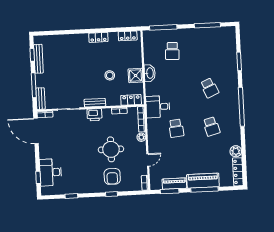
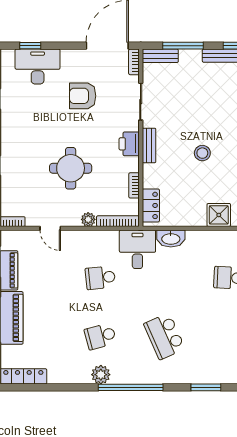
washbasin: (150, 73) -> (171, 238), moved
stool: (110, 75) -> (202, 153), moved
shower: (136, 75) -> (219, 215), moved
school desk: (210, 88) -> (164, 336), width x1.85
plant: (236, 151) -> (101, 375), moved
armchair: (112, 176) -> (83, 96), moved

